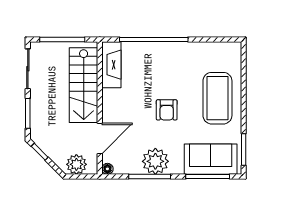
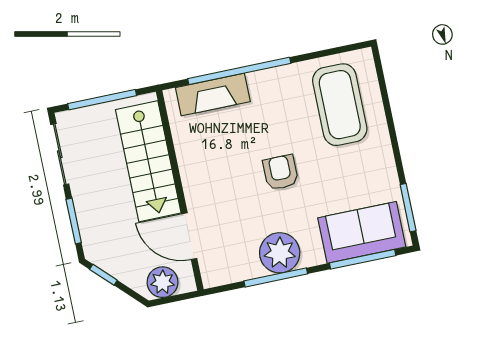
fireplace: (111, 65) -> (213, 95), moved, turned 90
coffee table: (217, 98) -> (340, 105), moved
armchair: (167, 110) -> (280, 172), turned 180
door: (100, 139) -> (189, 236), swing flipped
floor lamp: (107, 169) -> (210, 279), removed

